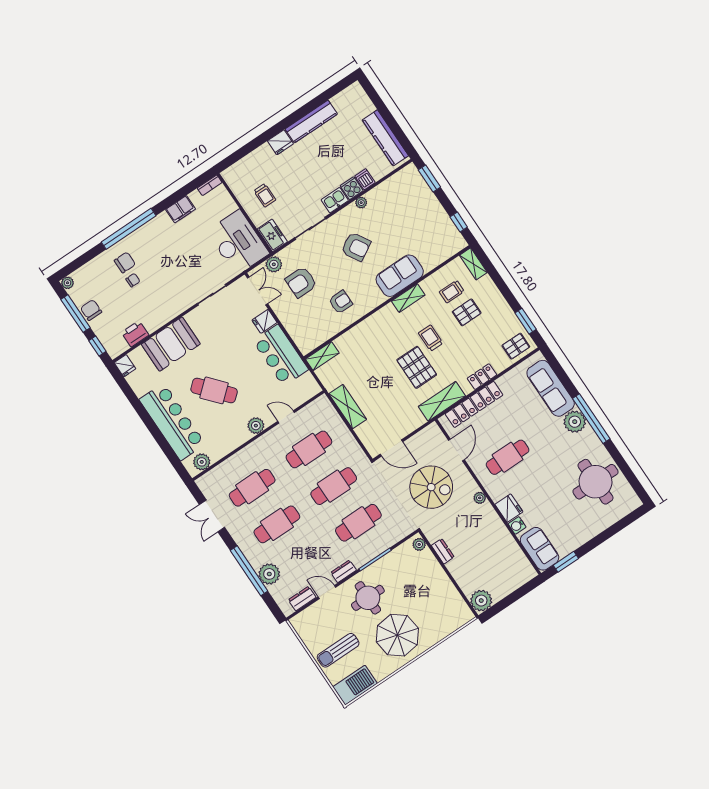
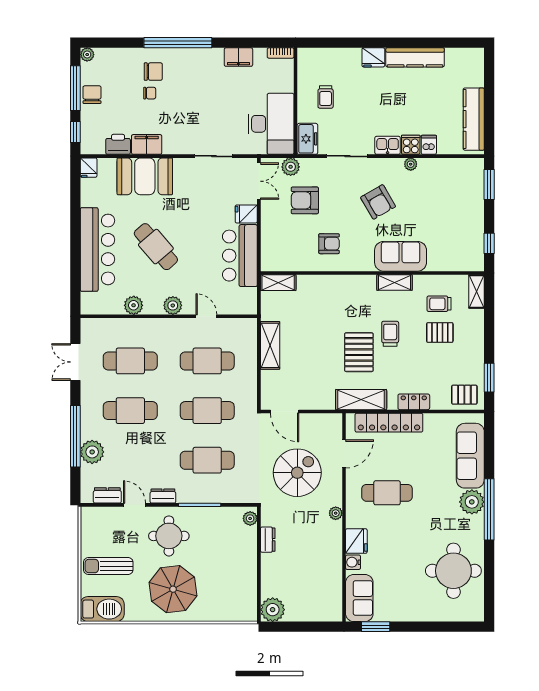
filing cabinet: (156, 320) -> (147, 144), added
plant: (202, 462) -> (134, 305), moved
spiral stairs: (431, 487) -> (297, 473), turned -90

